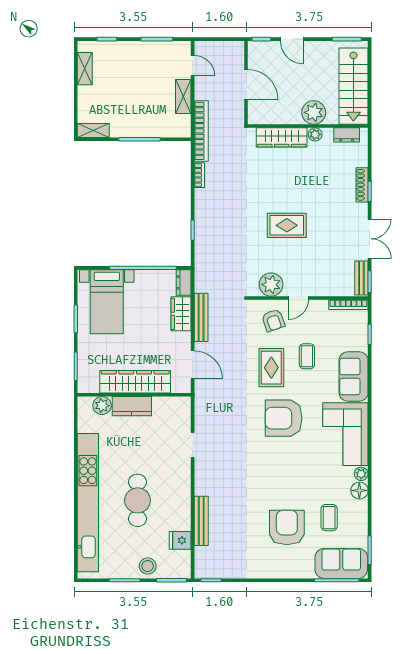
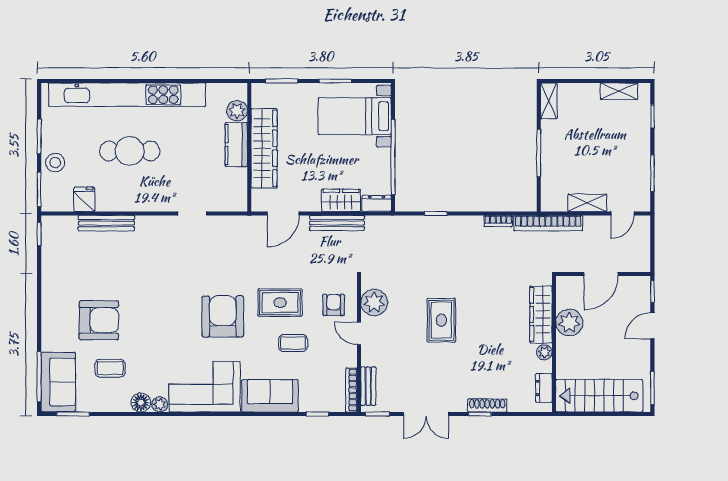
plant: (314, 112) -> (569, 323), moved
bench: (361, 278) -> (368, 386), moved, turned 90
armchair: (273, 320) -> (334, 305), turned 109

